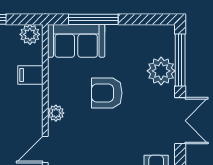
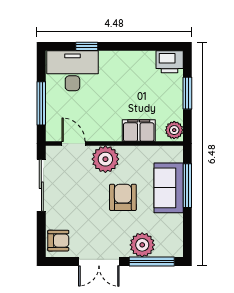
sofa: (76, 41) -> (169, 188), moved
filing cabinet: (30, 75) -> (139, 131), width x2.00
plant: (56, 113) -> (105, 159), width x1.87, depth x1.87

